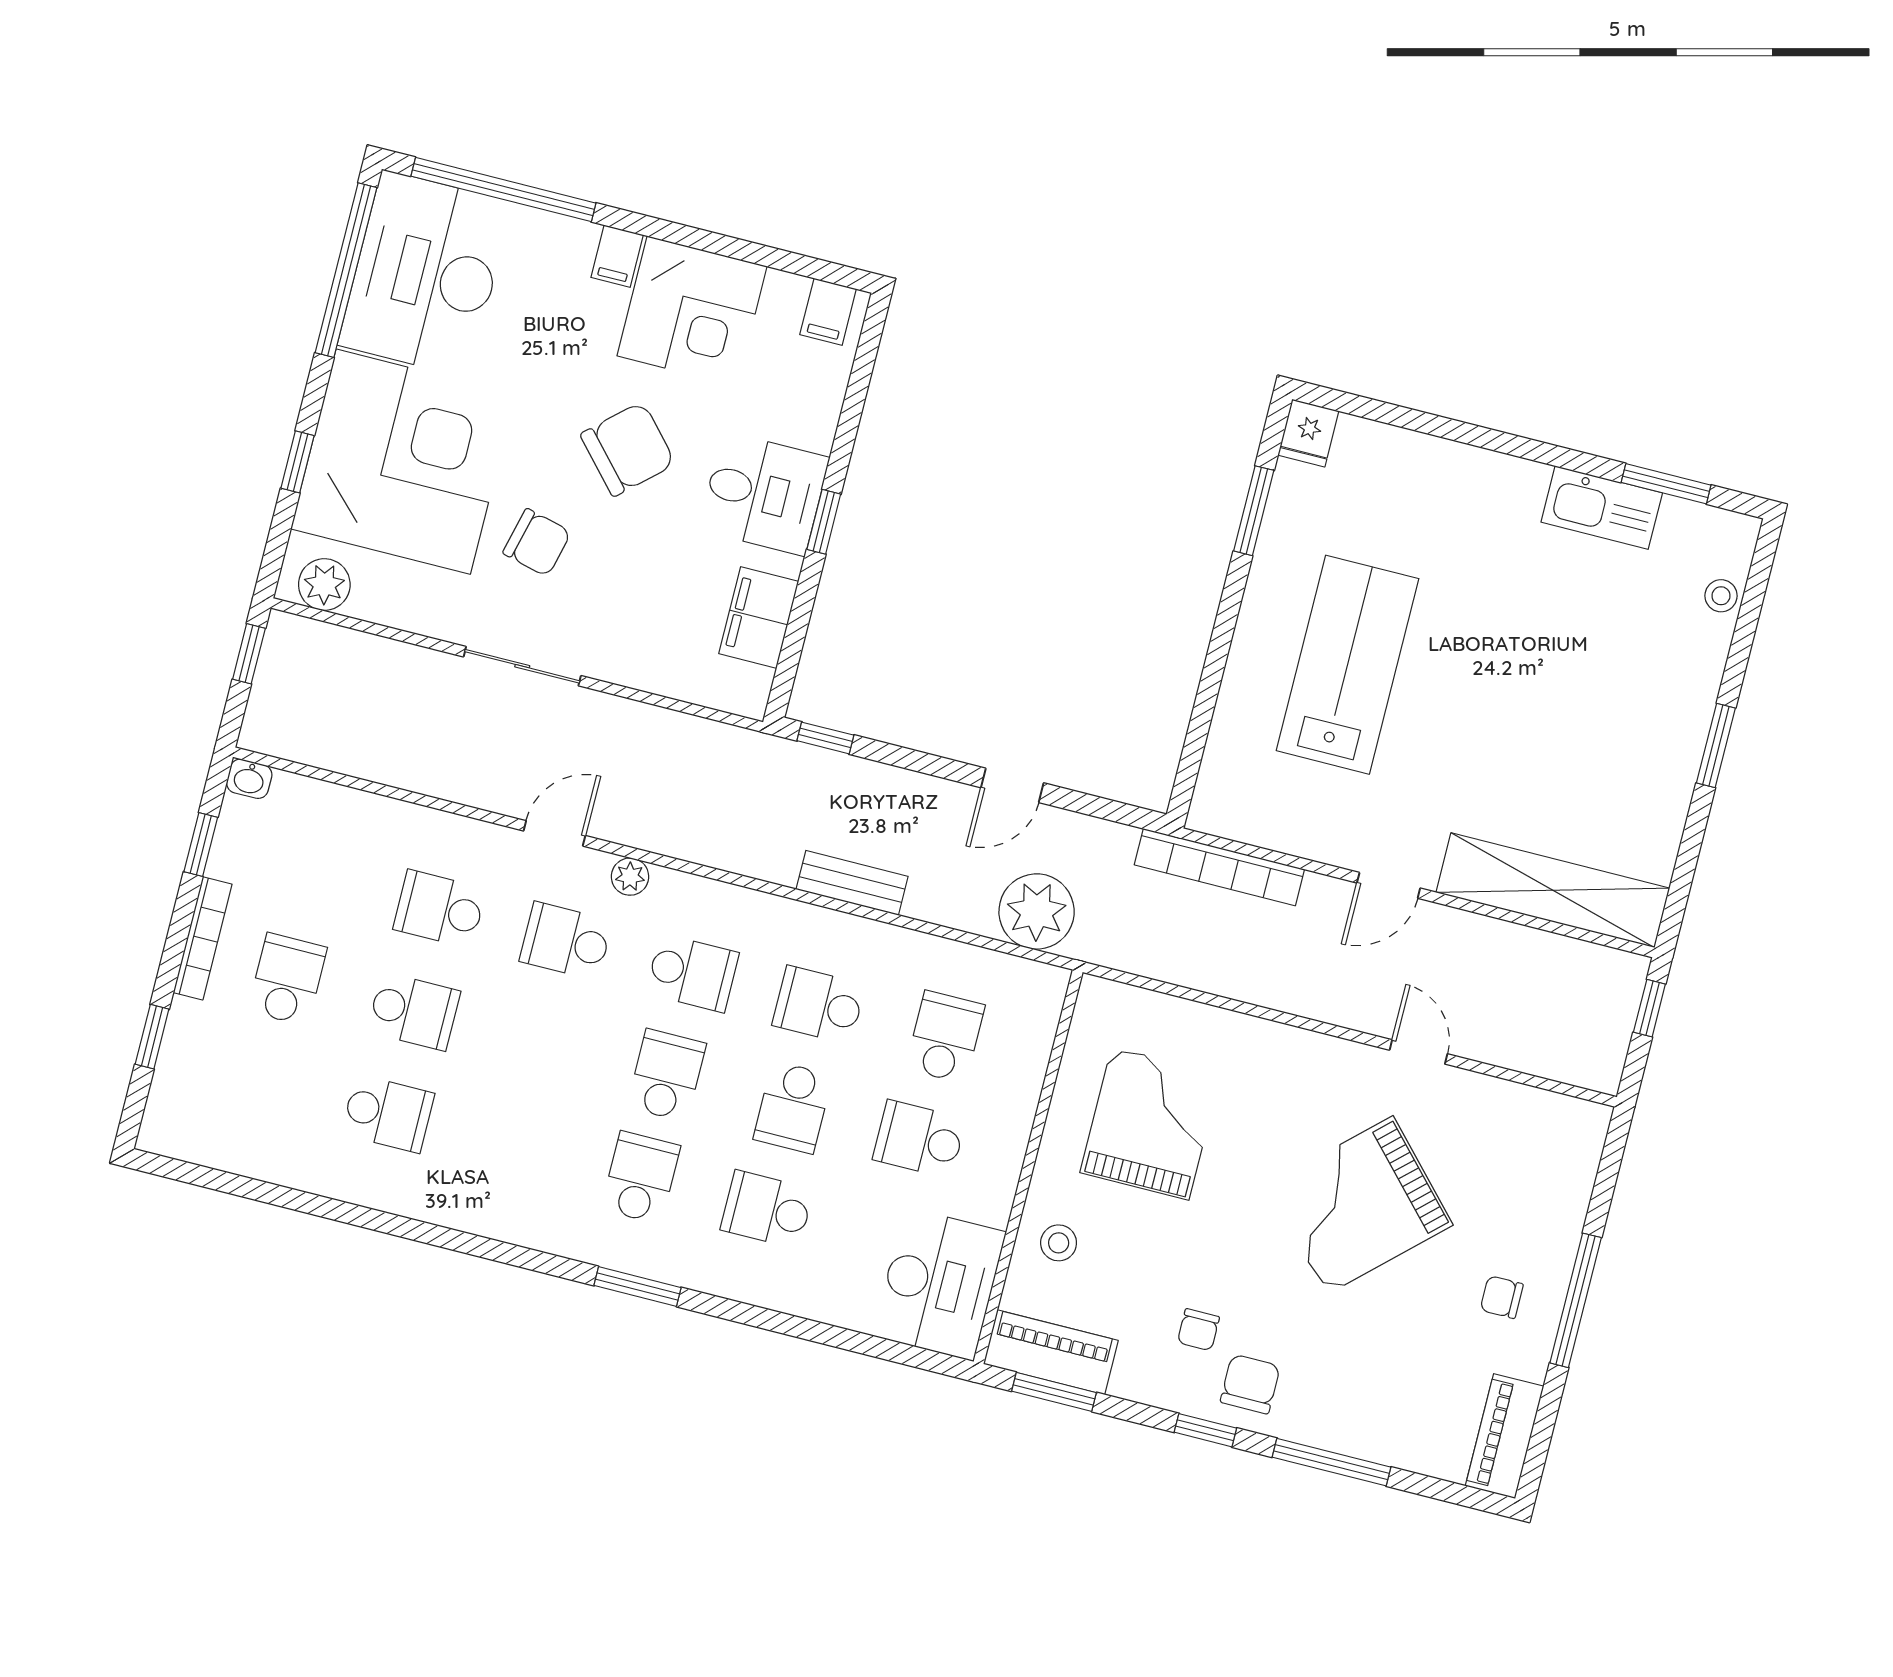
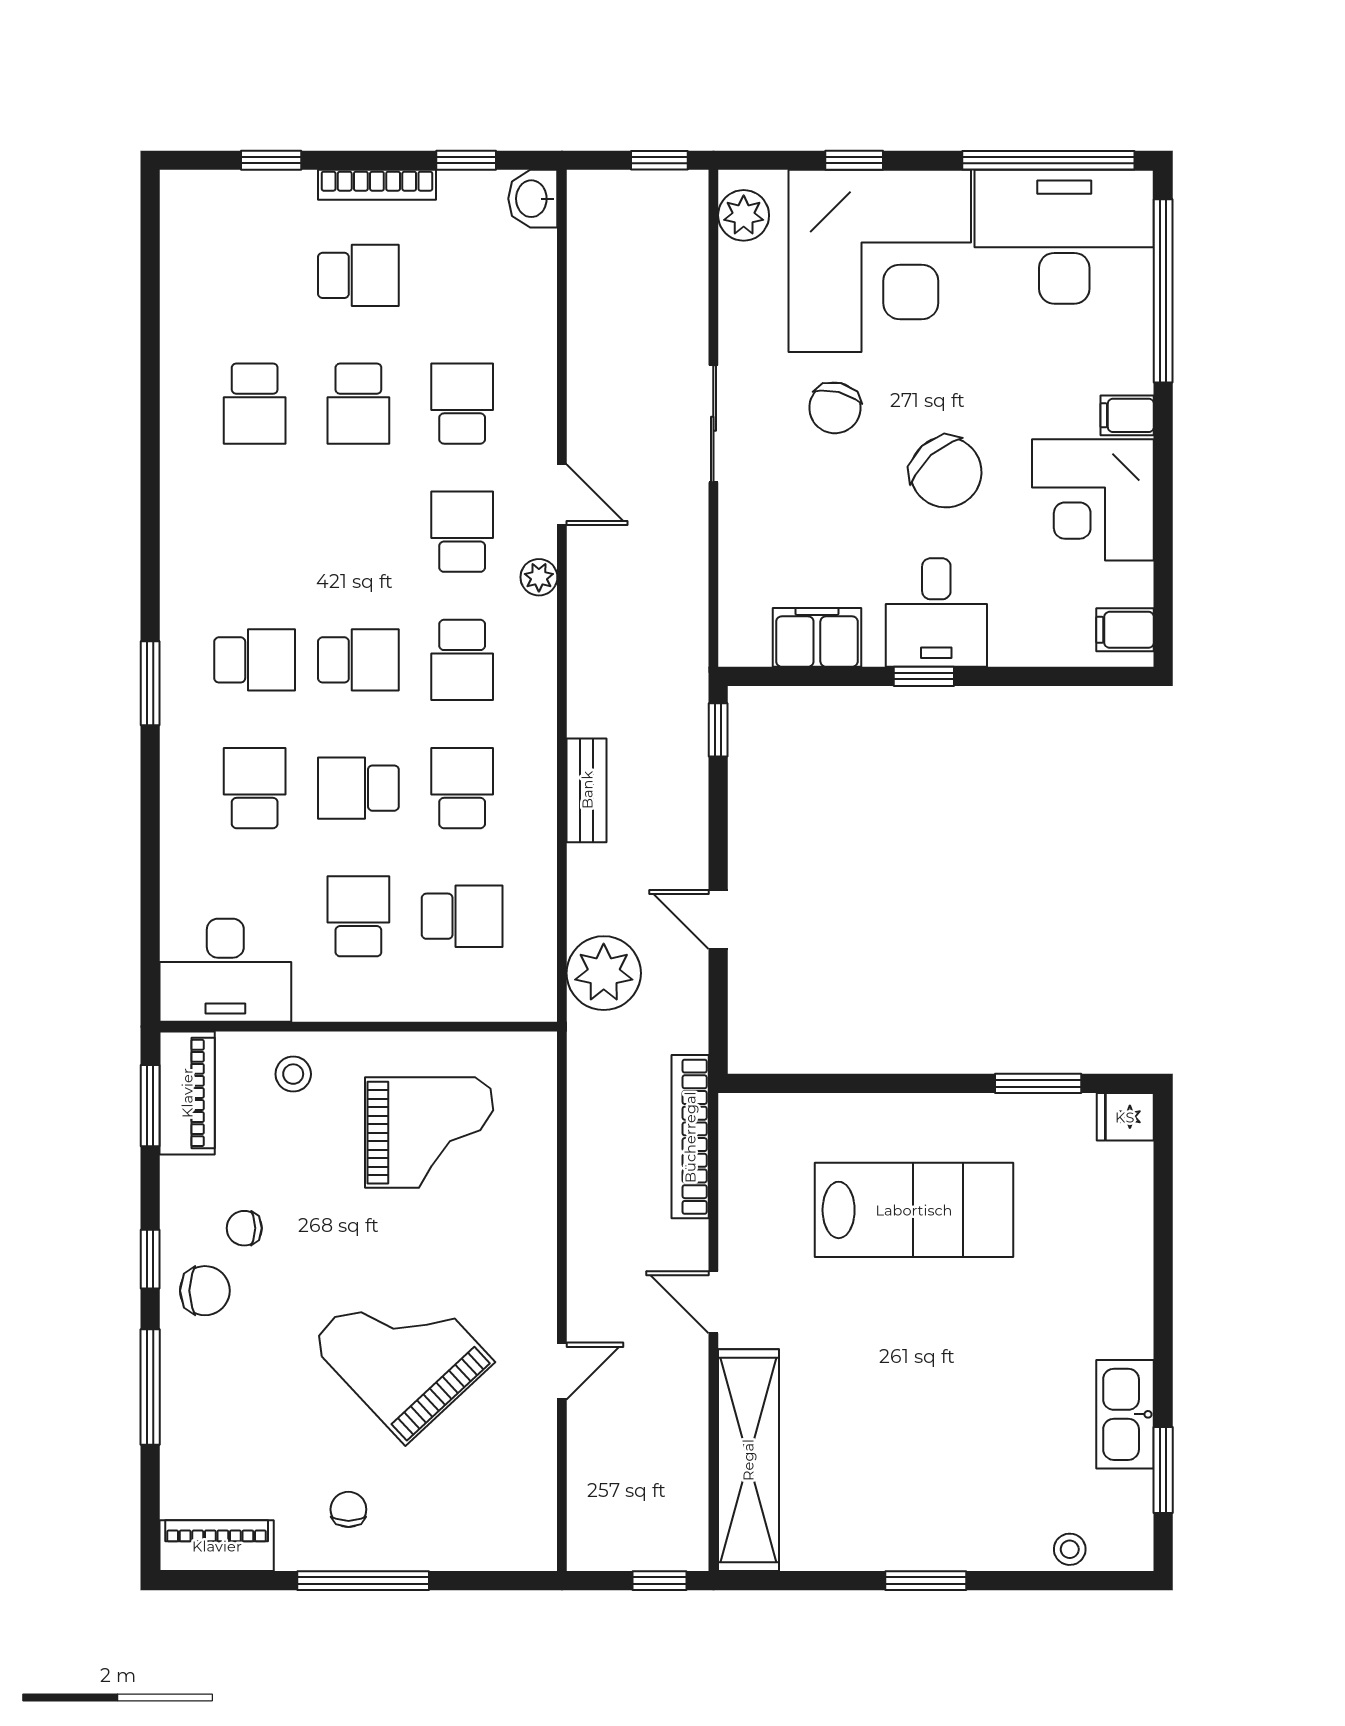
washbasin: (249, 779) -> (533, 199), width x1.38, depth x1.45

